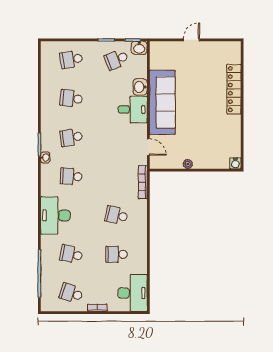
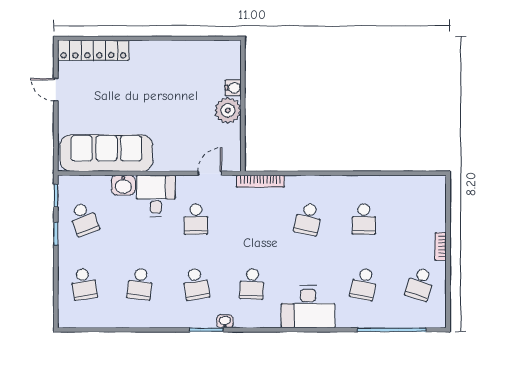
door: (191, 40) -> (56, 90), moved
washbasin: (139, 48) -> (67, 186), removed
locker: (234, 89) -> (93, 50), moved
sofa: (162, 102) -> (106, 153), moved
school desk: (116, 137) -> (196, 219), added
water cooler: (235, 163) -> (233, 88), moved
plant: (188, 164) -> (228, 110), width x1.87, depth x1.87
desk: (133, 293) -> (420, 196), removed

